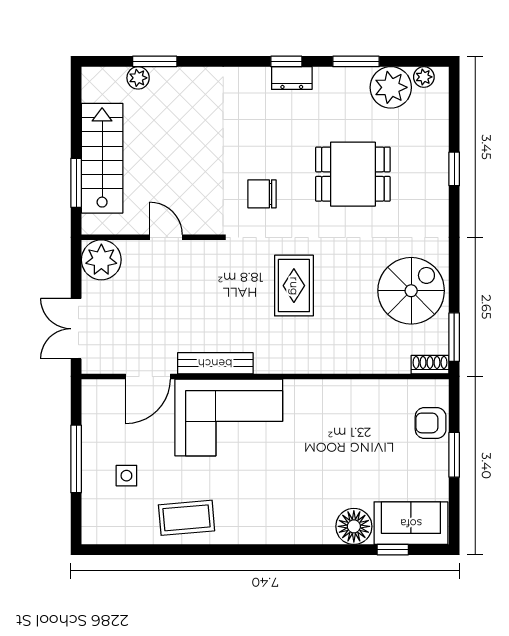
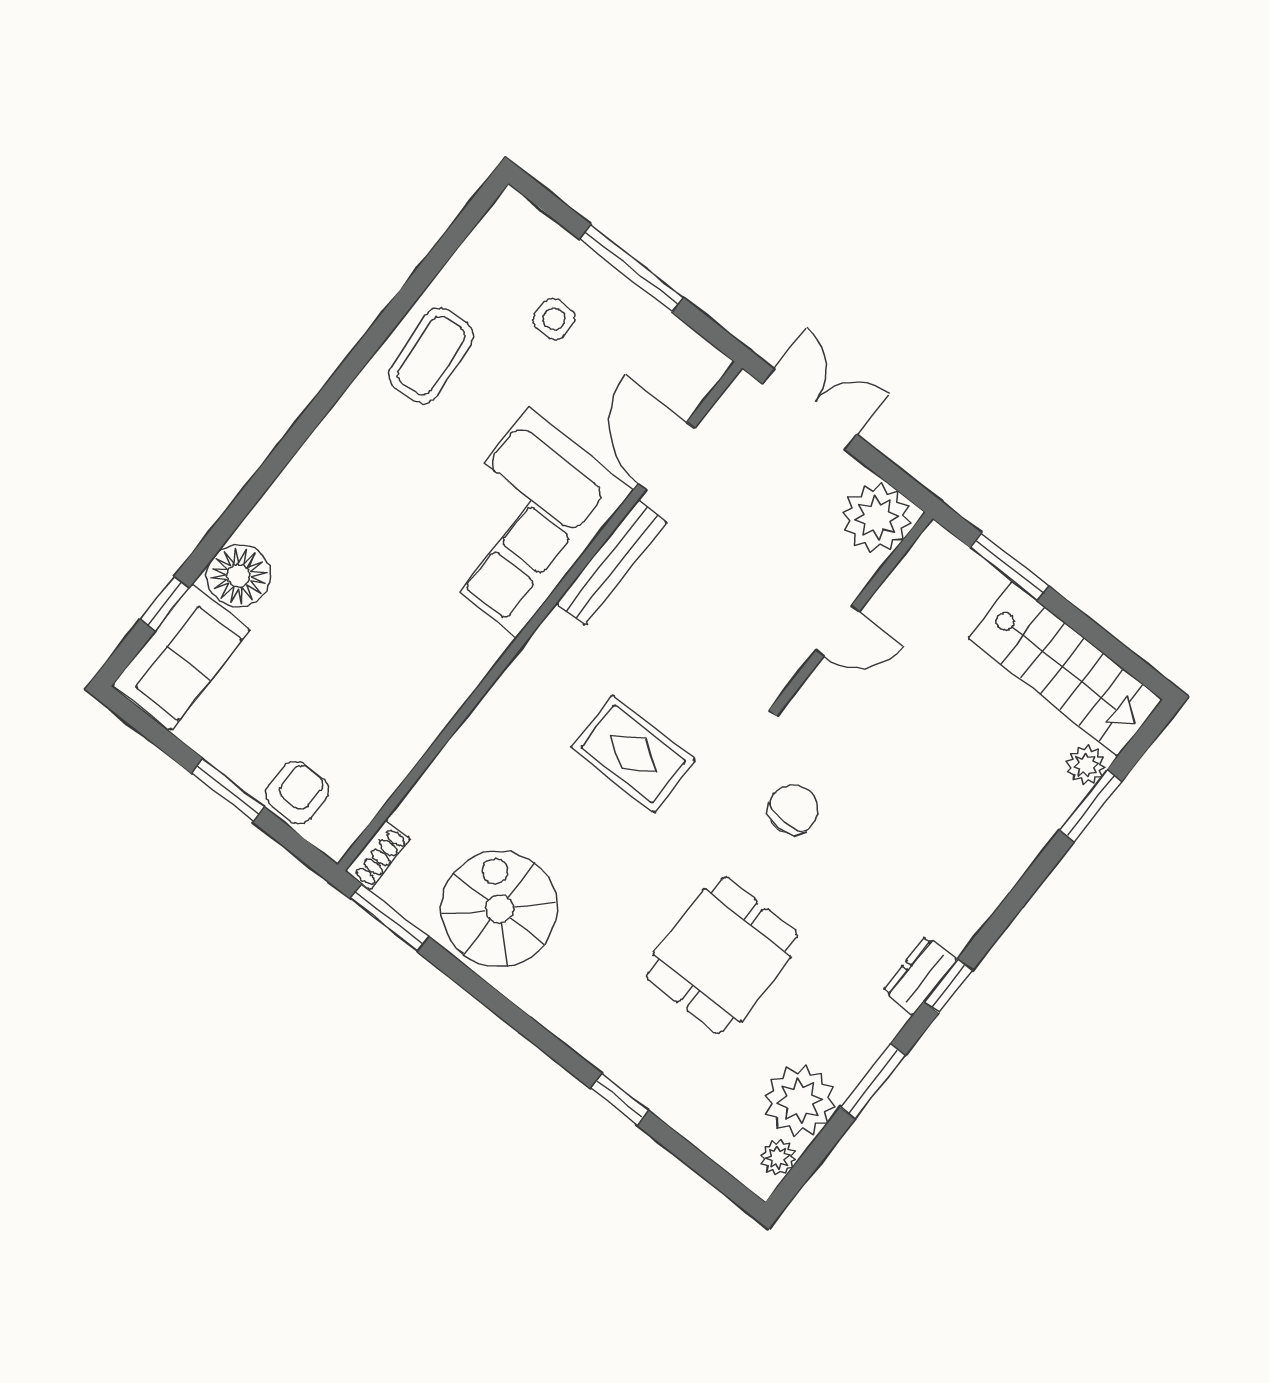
stairs: (102, 158) -> (1065, 669), moved
spiral stairs: (411, 291) -> (499, 909), turned 180

